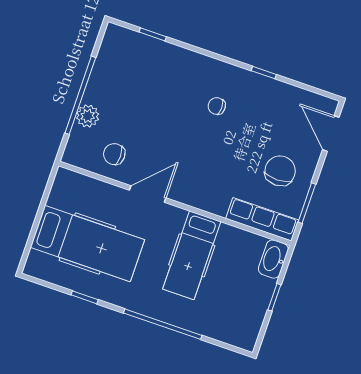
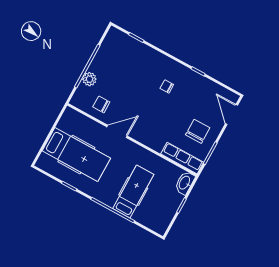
hospital bed: (192, 255) -> (133, 192), moved, turned 180

